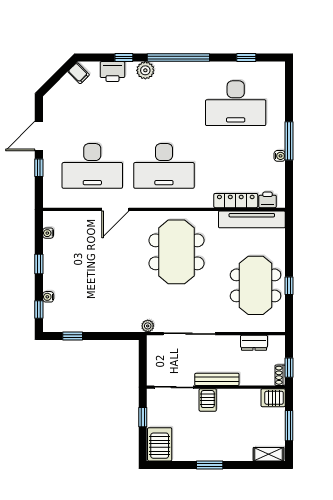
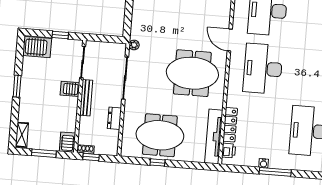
door: (115, 209) -> (230, 40), moved
dresser: (254, 343) -> (114, 118), moved

